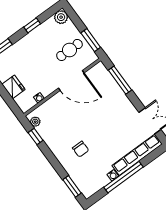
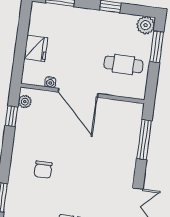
window: (91, 40) -> (157, 47), moved
door: (71, 81) -> (78, 93), moved

